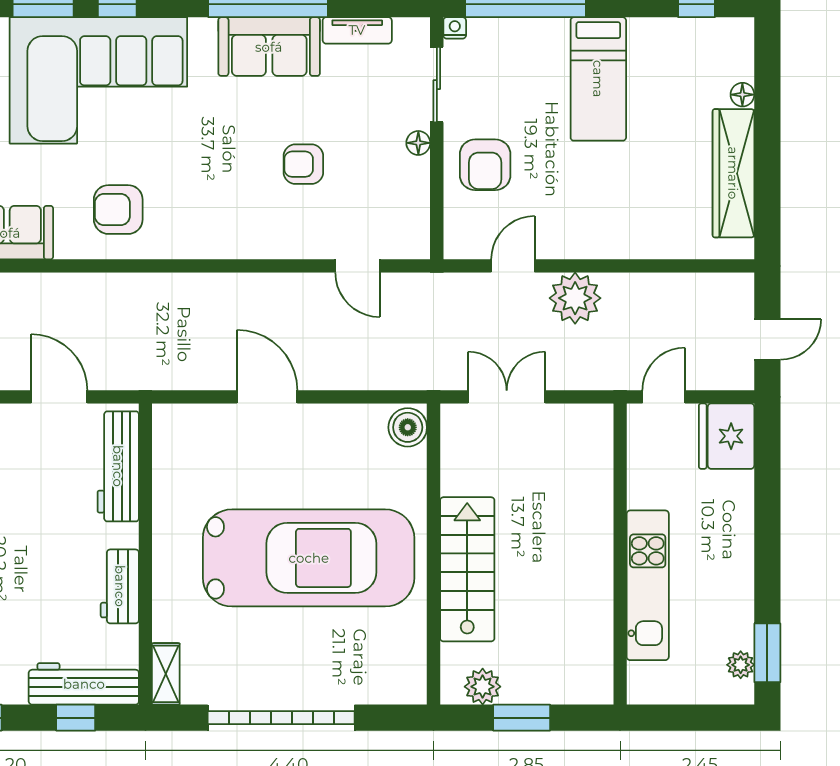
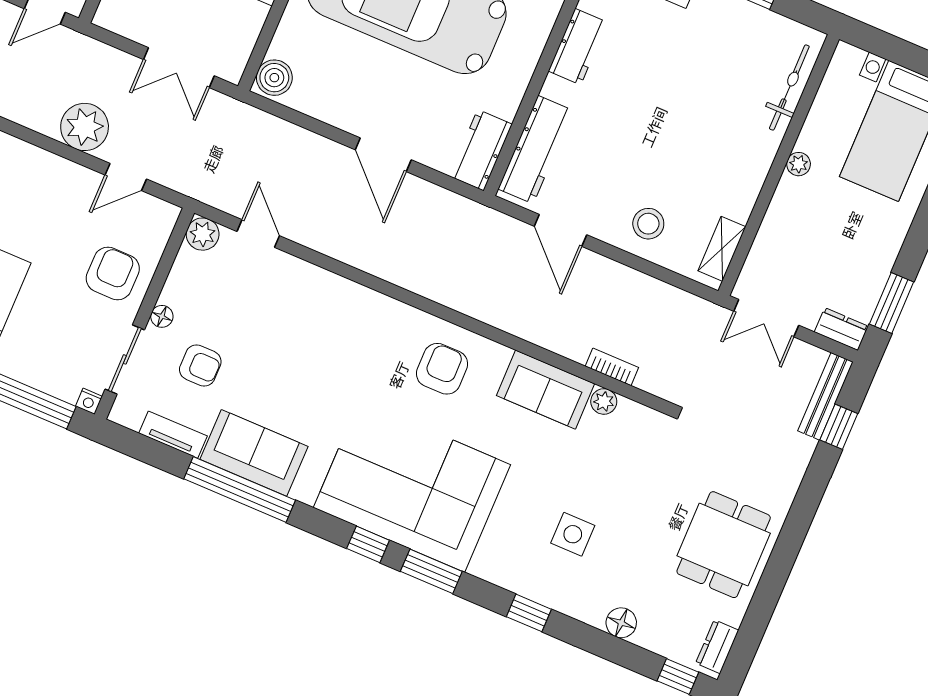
armchair: (303, 164) -> (200, 365), moved
armchair: (118, 210) -> (442, 369), turned -90
plant: (413, 242) -> (203, 234), added
workbench: (172, 443) -> (481, 150), added

